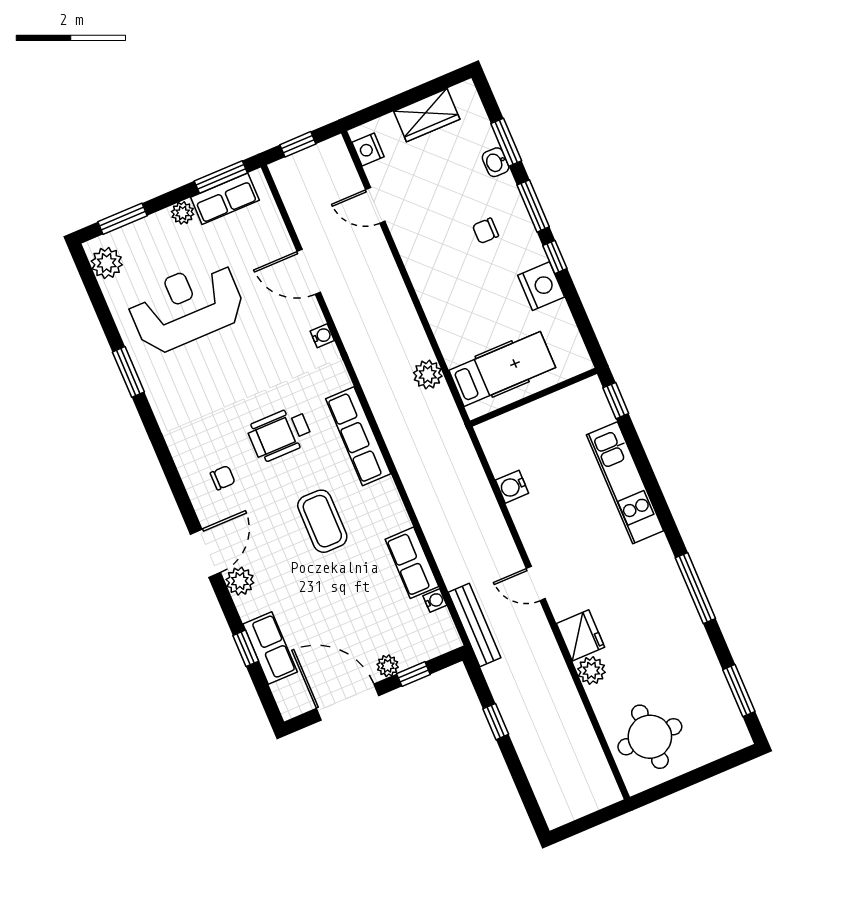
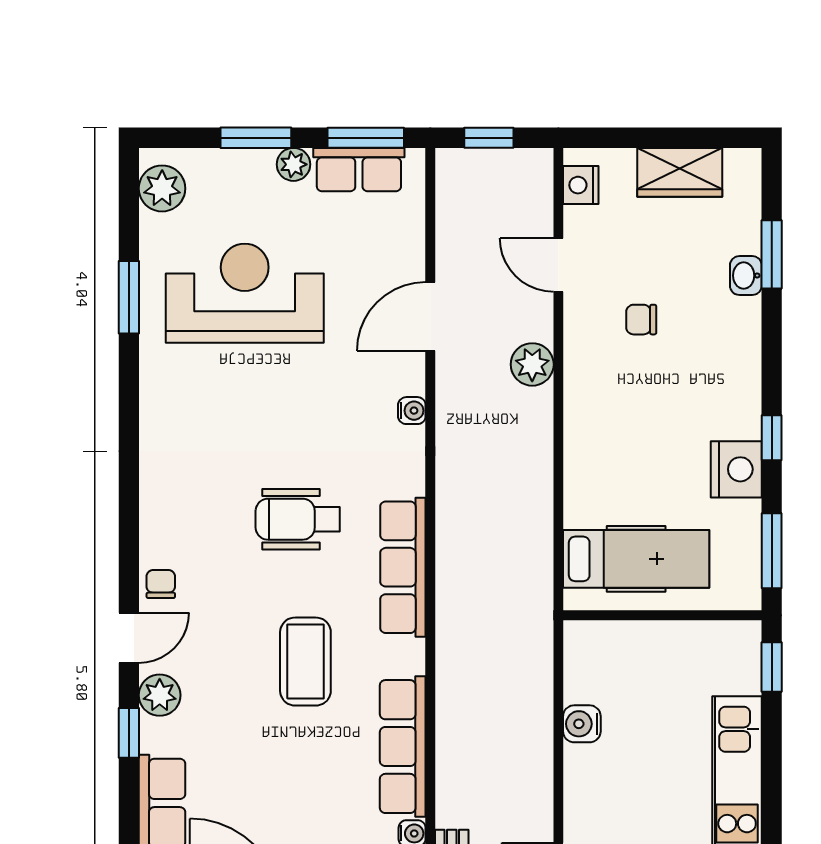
window: (533, 206) -> (772, 551), moved
window: (123, 219) -> (256, 138), moved
chair: (486, 231) -> (641, 320), moved
door: (309, 272) -> (430, 316), hinge flipped
window: (128, 372) -> (129, 297), moved
plant: (428, 374) -> (532, 364), moved
chair: (223, 478) -> (161, 584), moved, turned -90
door: (205, 553) -> (129, 638), width x0.73
row of seats: (412, 563) -> (403, 747), width x1.48
window: (246, 648) -> (129, 733), moved

